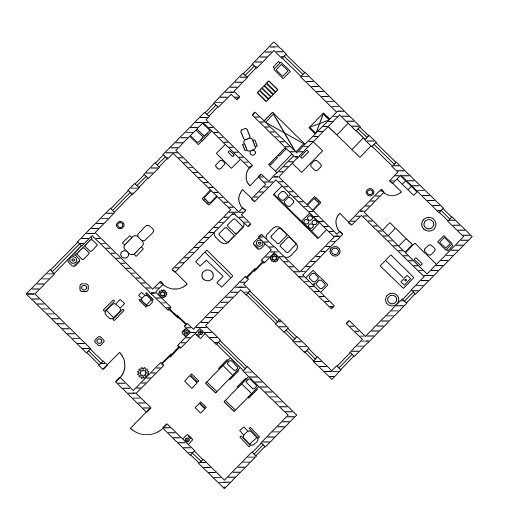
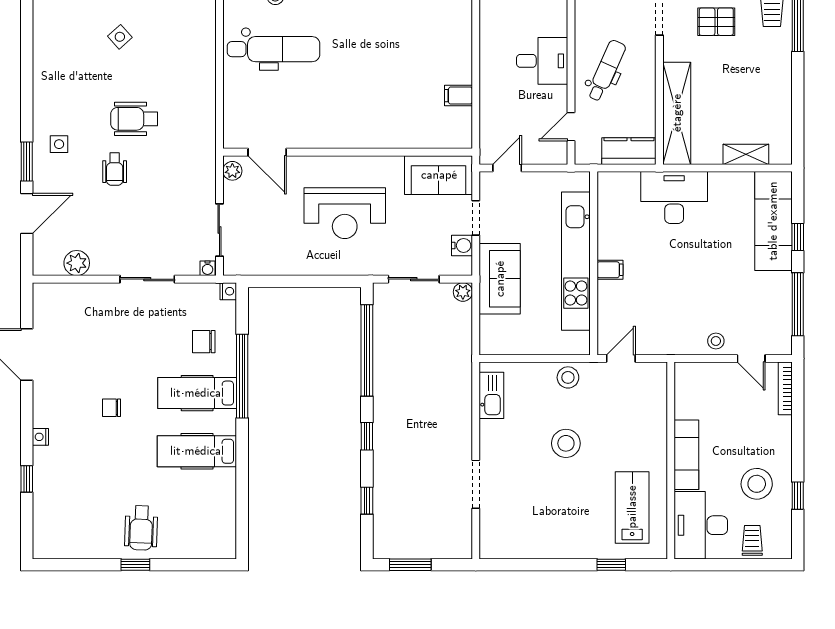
reception desk: (212, 271) -> (345, 213), turned -90
wheelchair: (145, 299) -> (115, 169), moved
stool: (392, 300) -> (566, 443), moved
chair: (192, 381) -> (204, 342), moved

